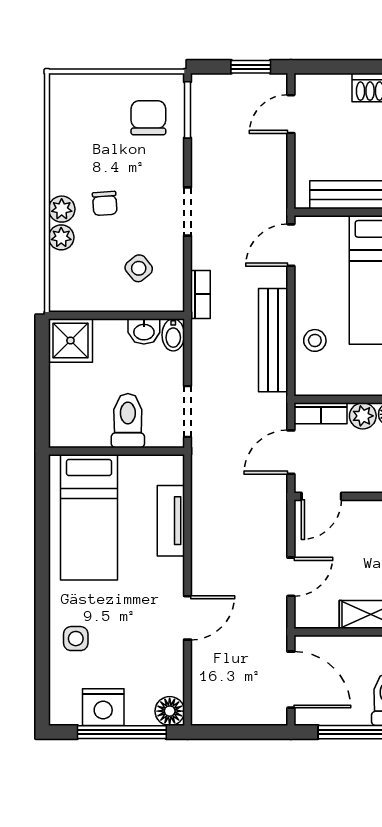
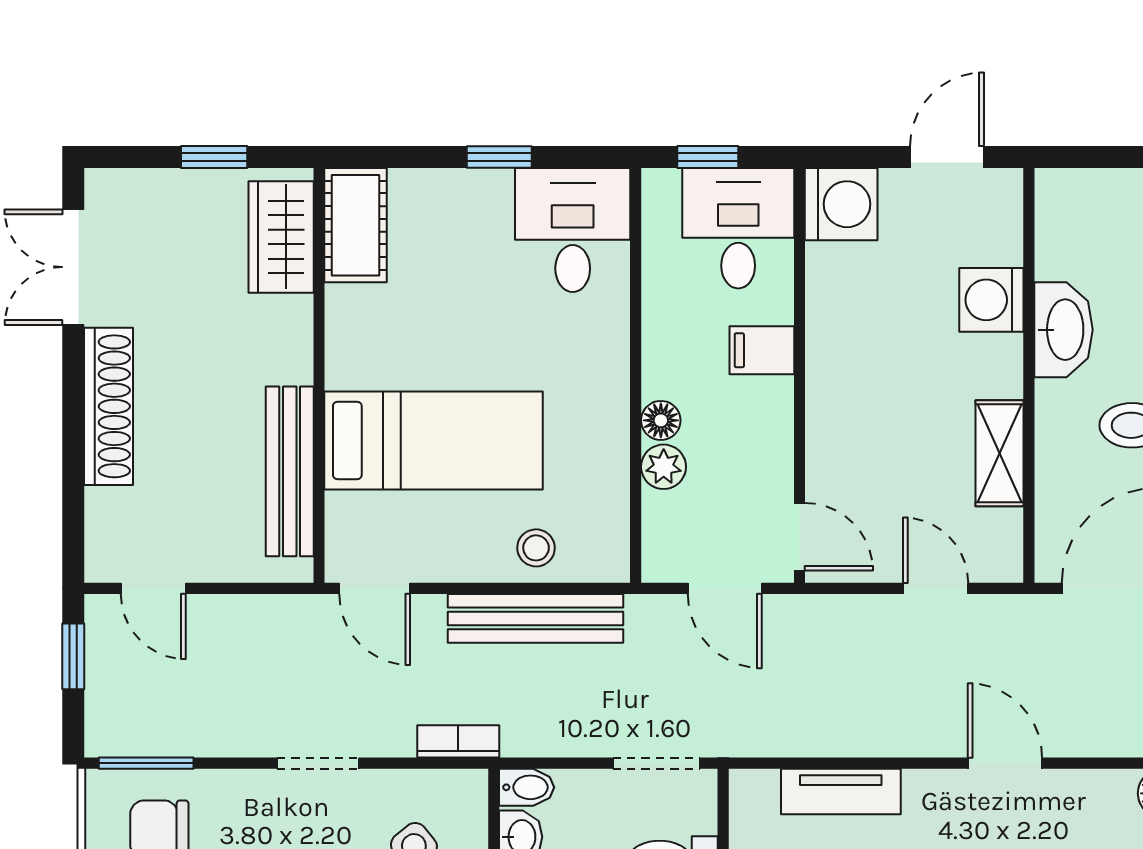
bookcase: (321, 413) -> (659, 538), removed

